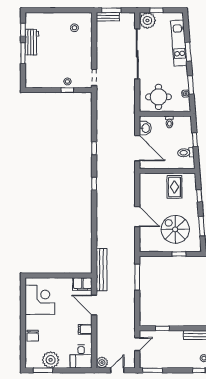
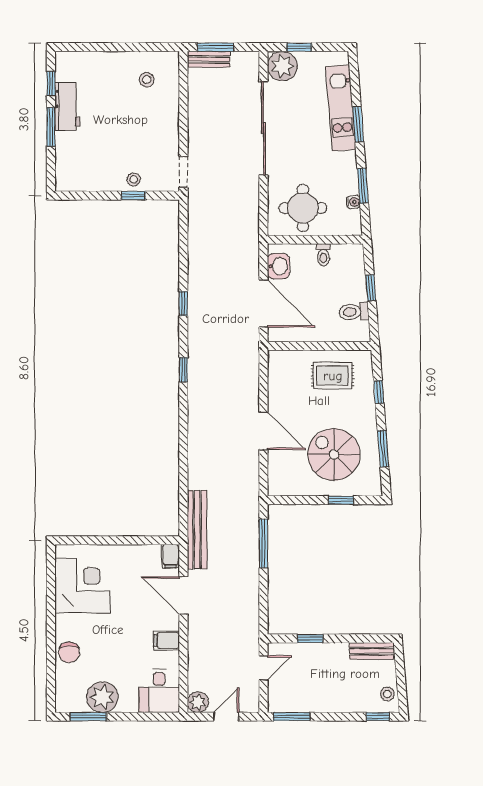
rug: (174, 187) -> (333, 376), turned 90
filing cabinet: (82, 284) -> (170, 556), width x0.50

